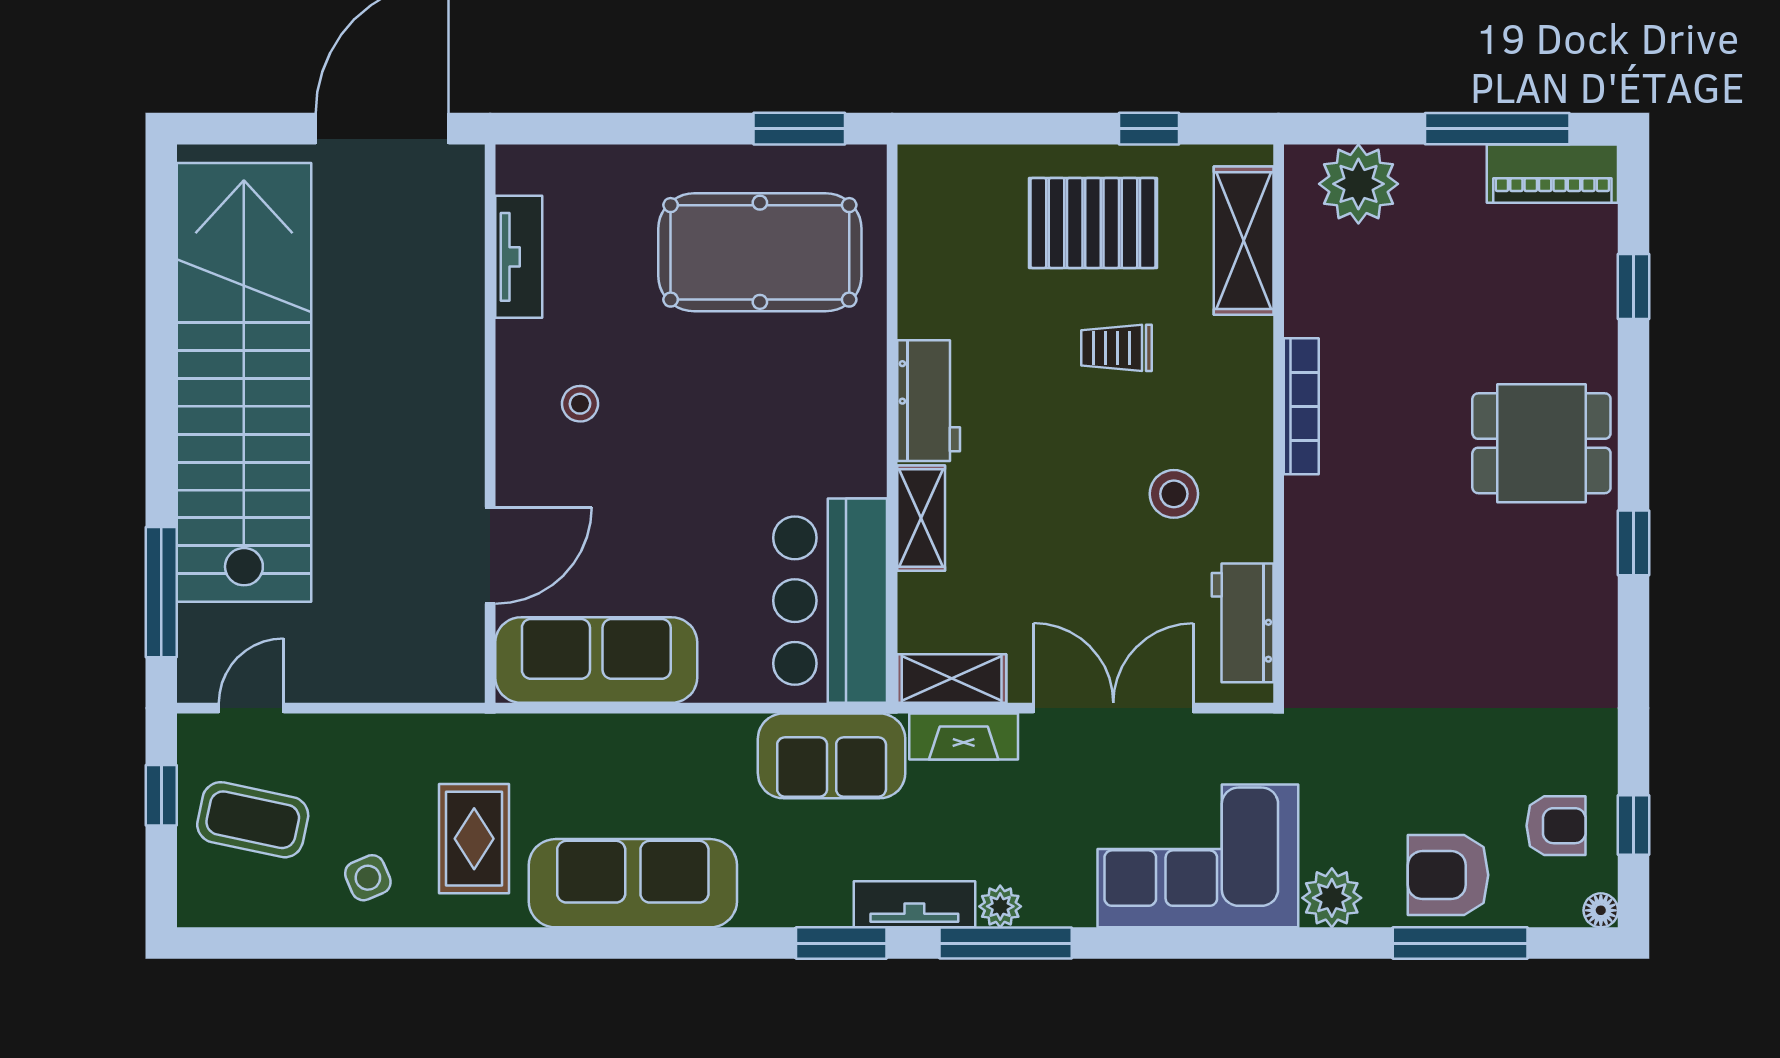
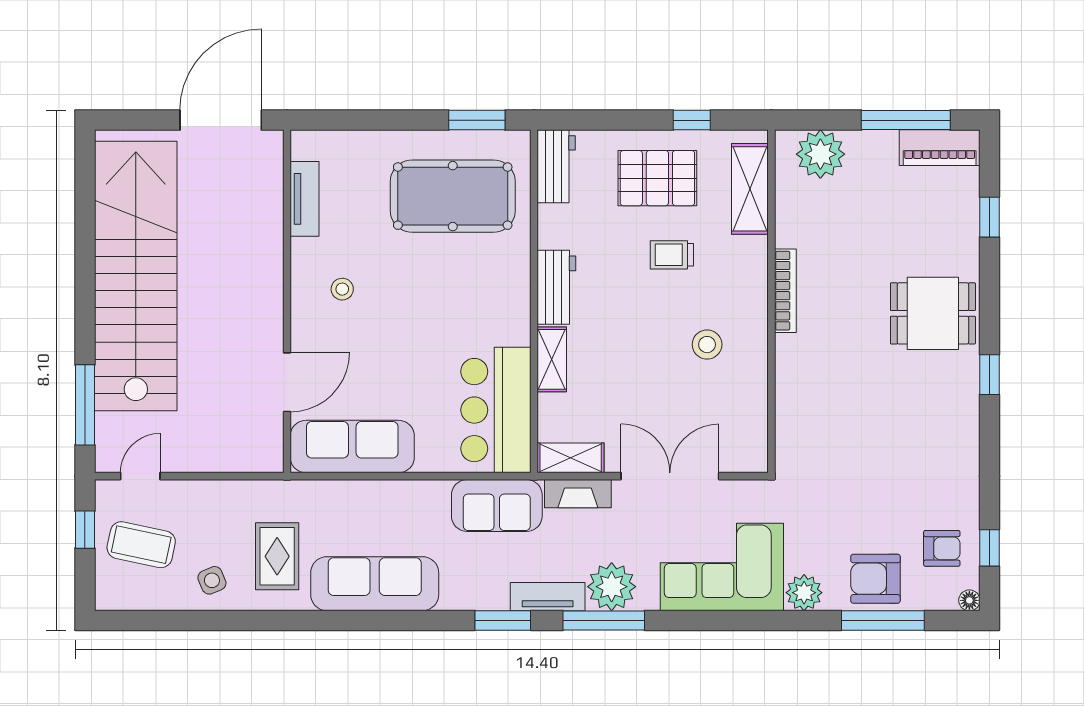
workbench: (1243, 623) -> (556, 166), moved, turned 180
plant: (1000, 906) -> (612, 587), width x1.88, depth x1.88

